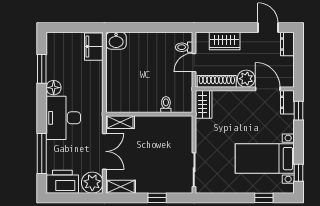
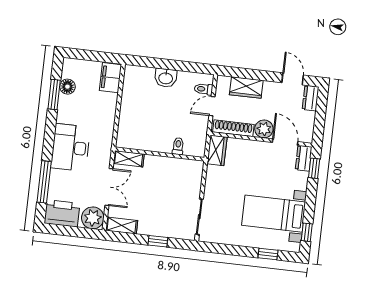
washbasin: (116, 41) -> (166, 78), moved
floor lamp: (54, 88) -> (67, 87), moved

